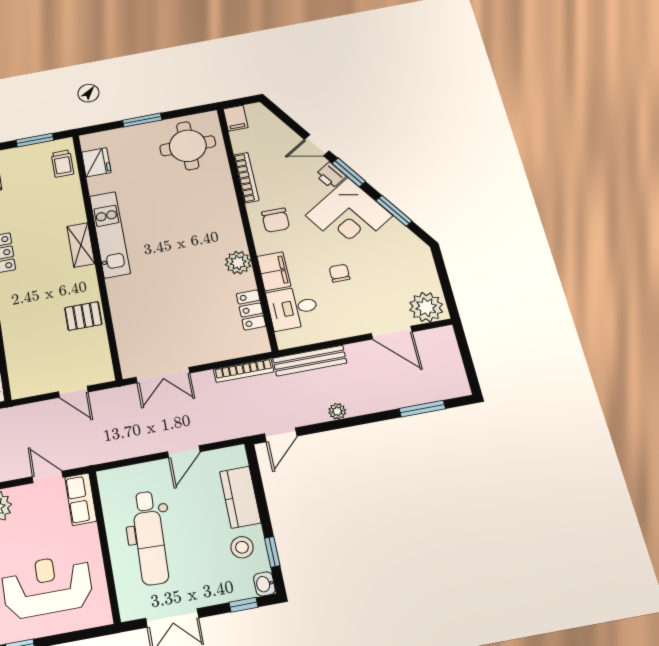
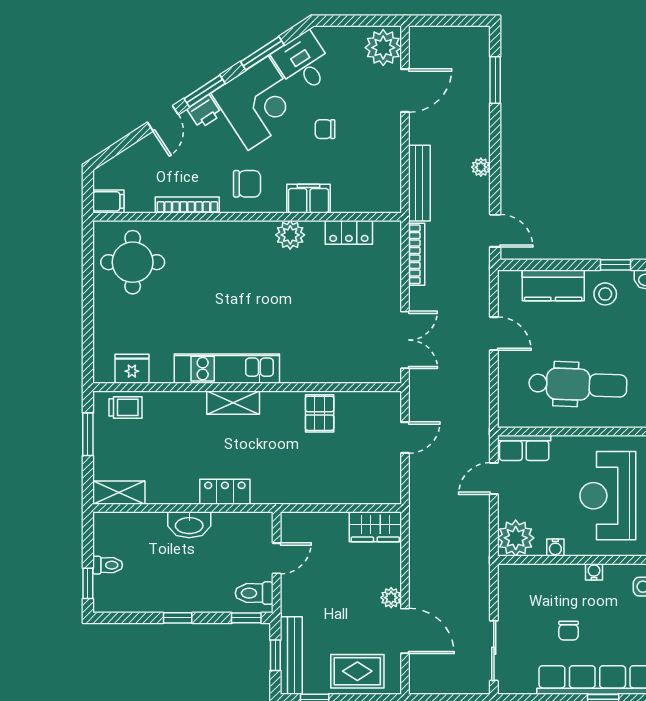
window: (142, 120) -> (88, 308), removed
desk: (293, 308) -> (303, 63), moved, turned 147

